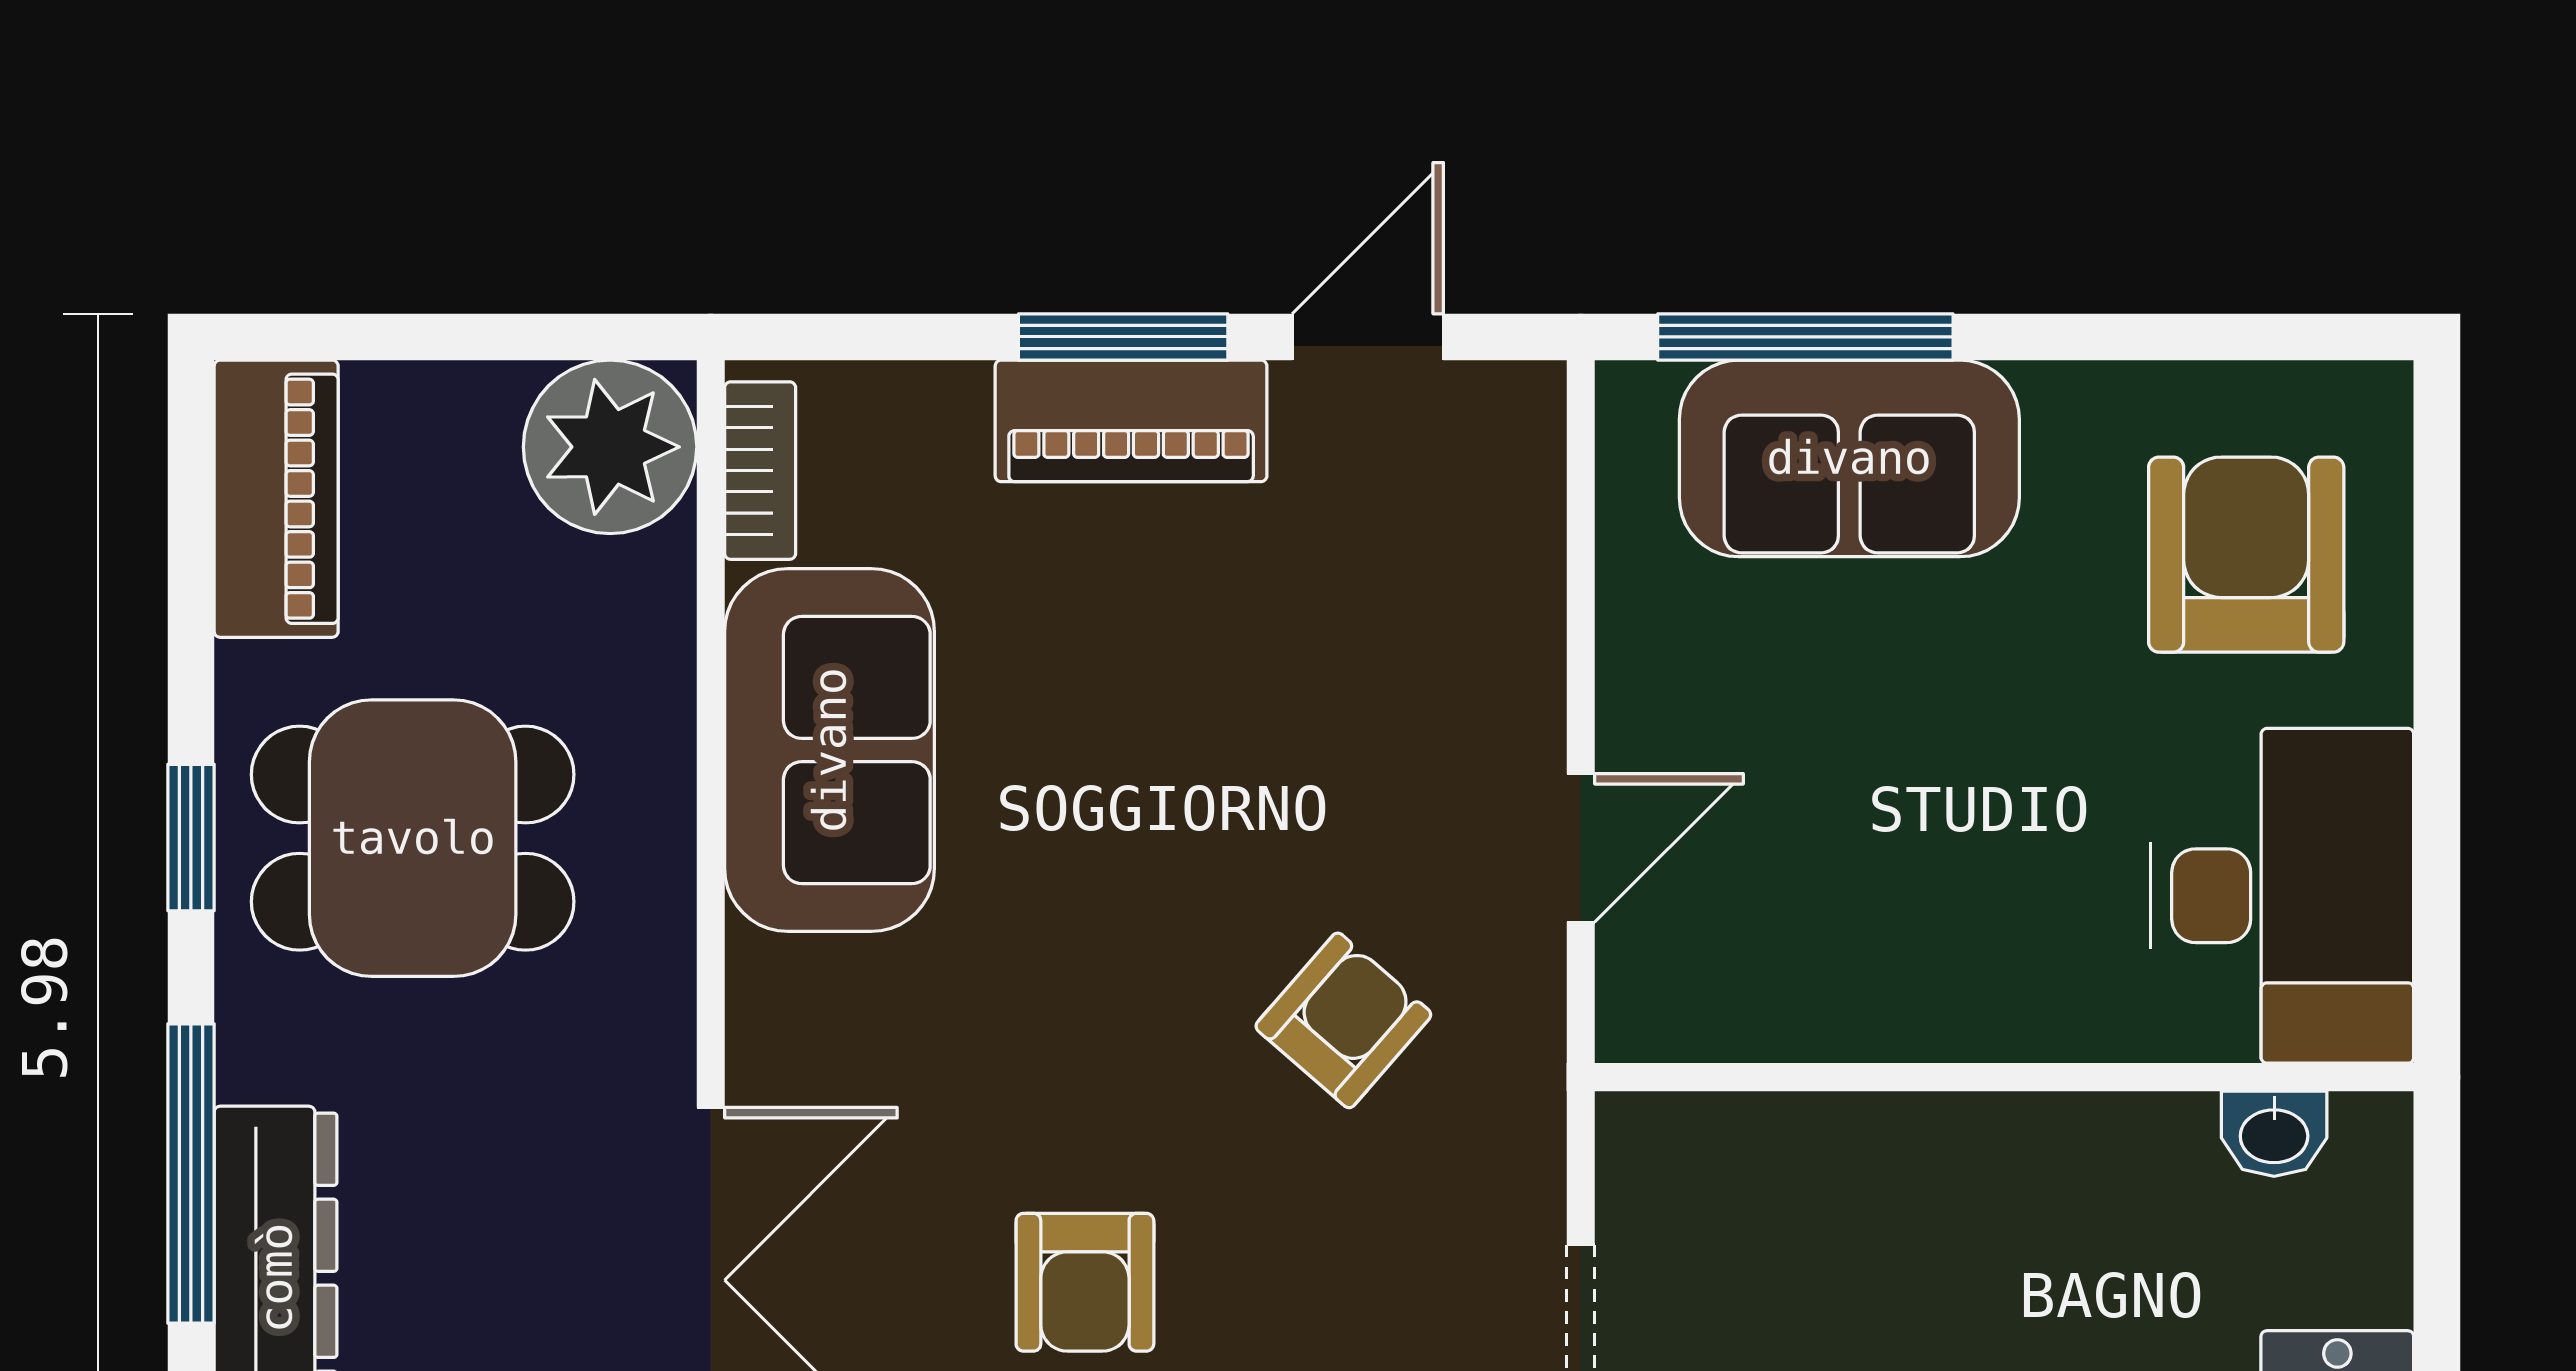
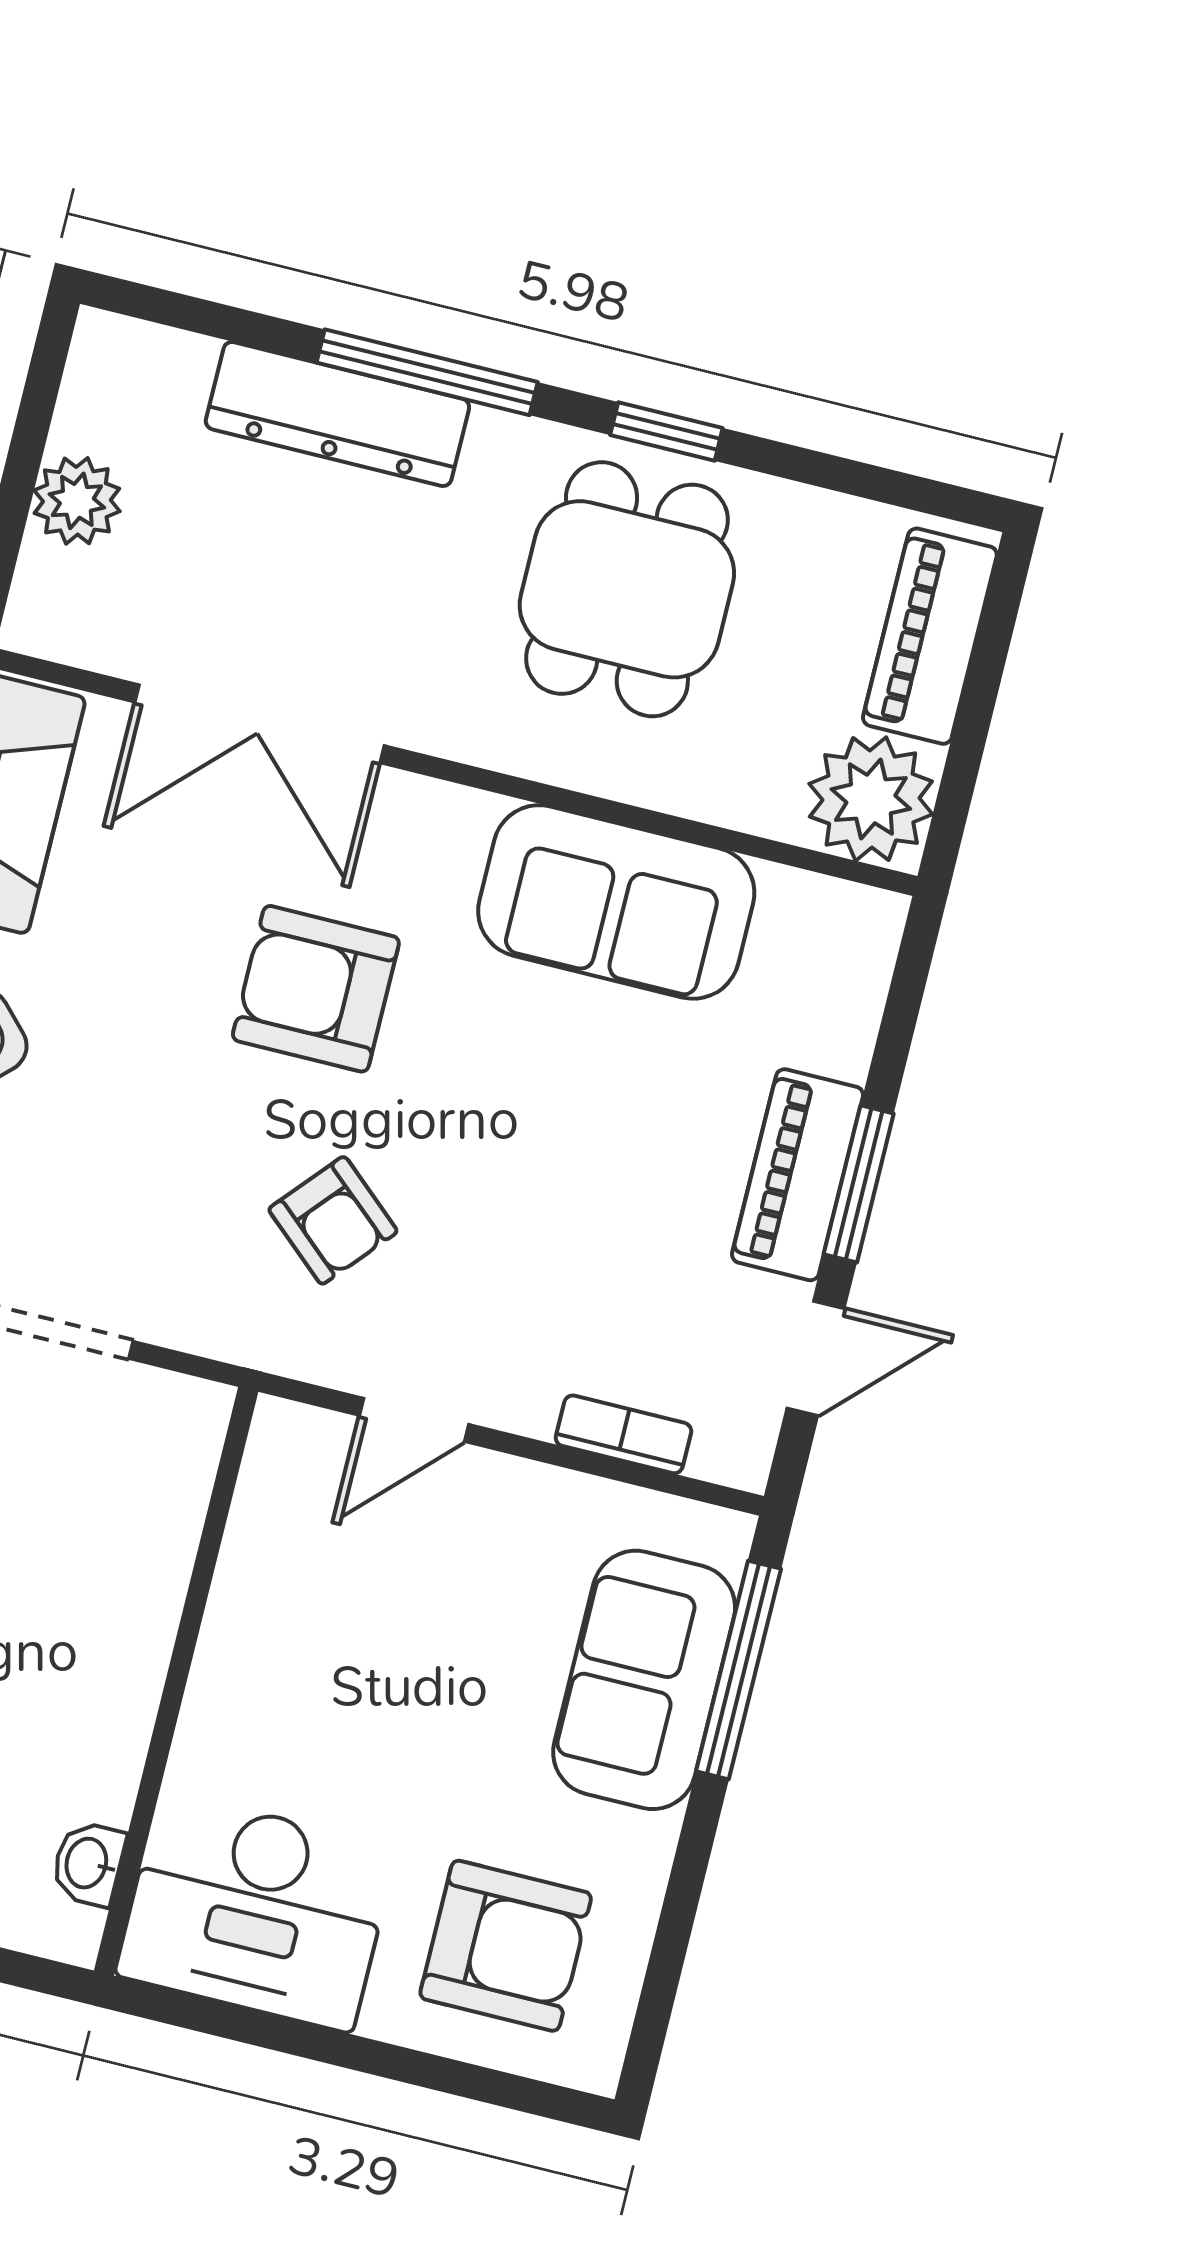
door: (1368, 337) -> (816, 1358), hinge flipped
bookcase: (760, 471) -> (623, 1434), moved, turned 180
piano: (276, 499) -> (930, 636), moved, turned 90
door: (1581, 848) -> (414, 1420), hinge flipped
armchair: (1085, 1282) -> (316, 989), moved, width x1.38, depth x1.38

